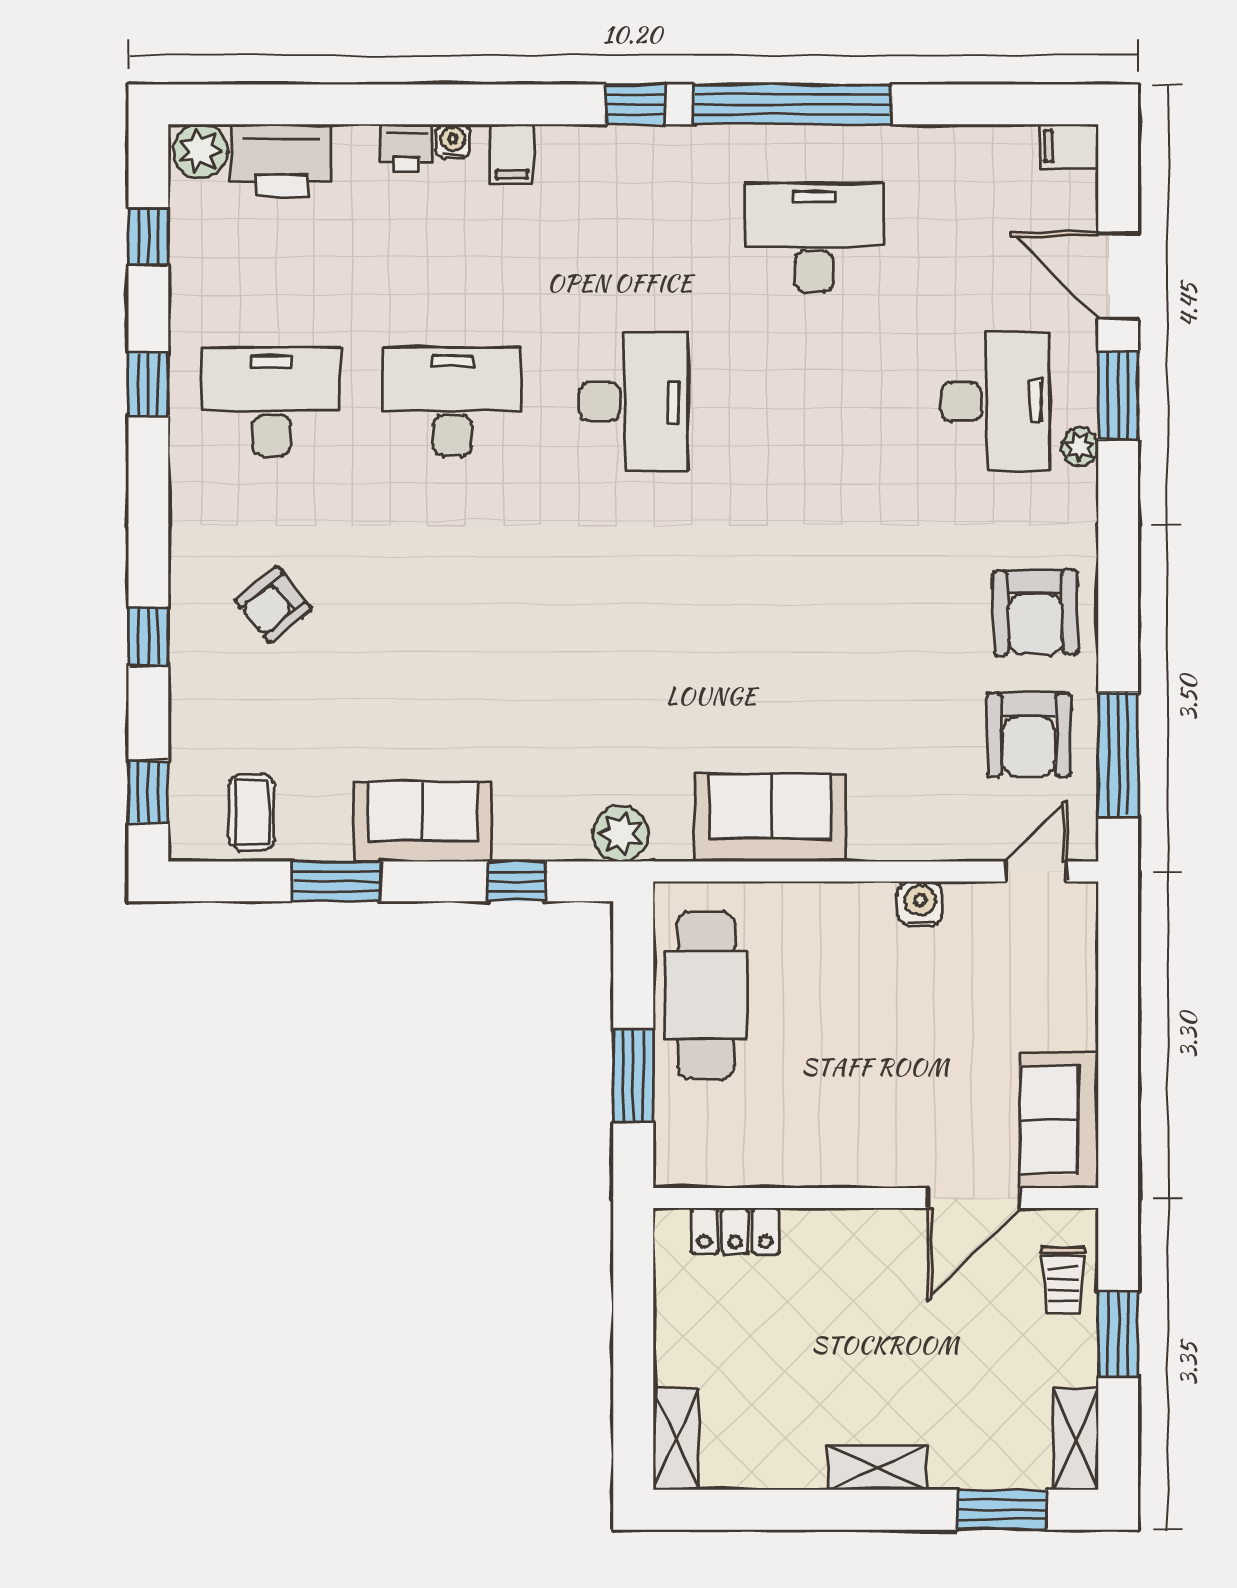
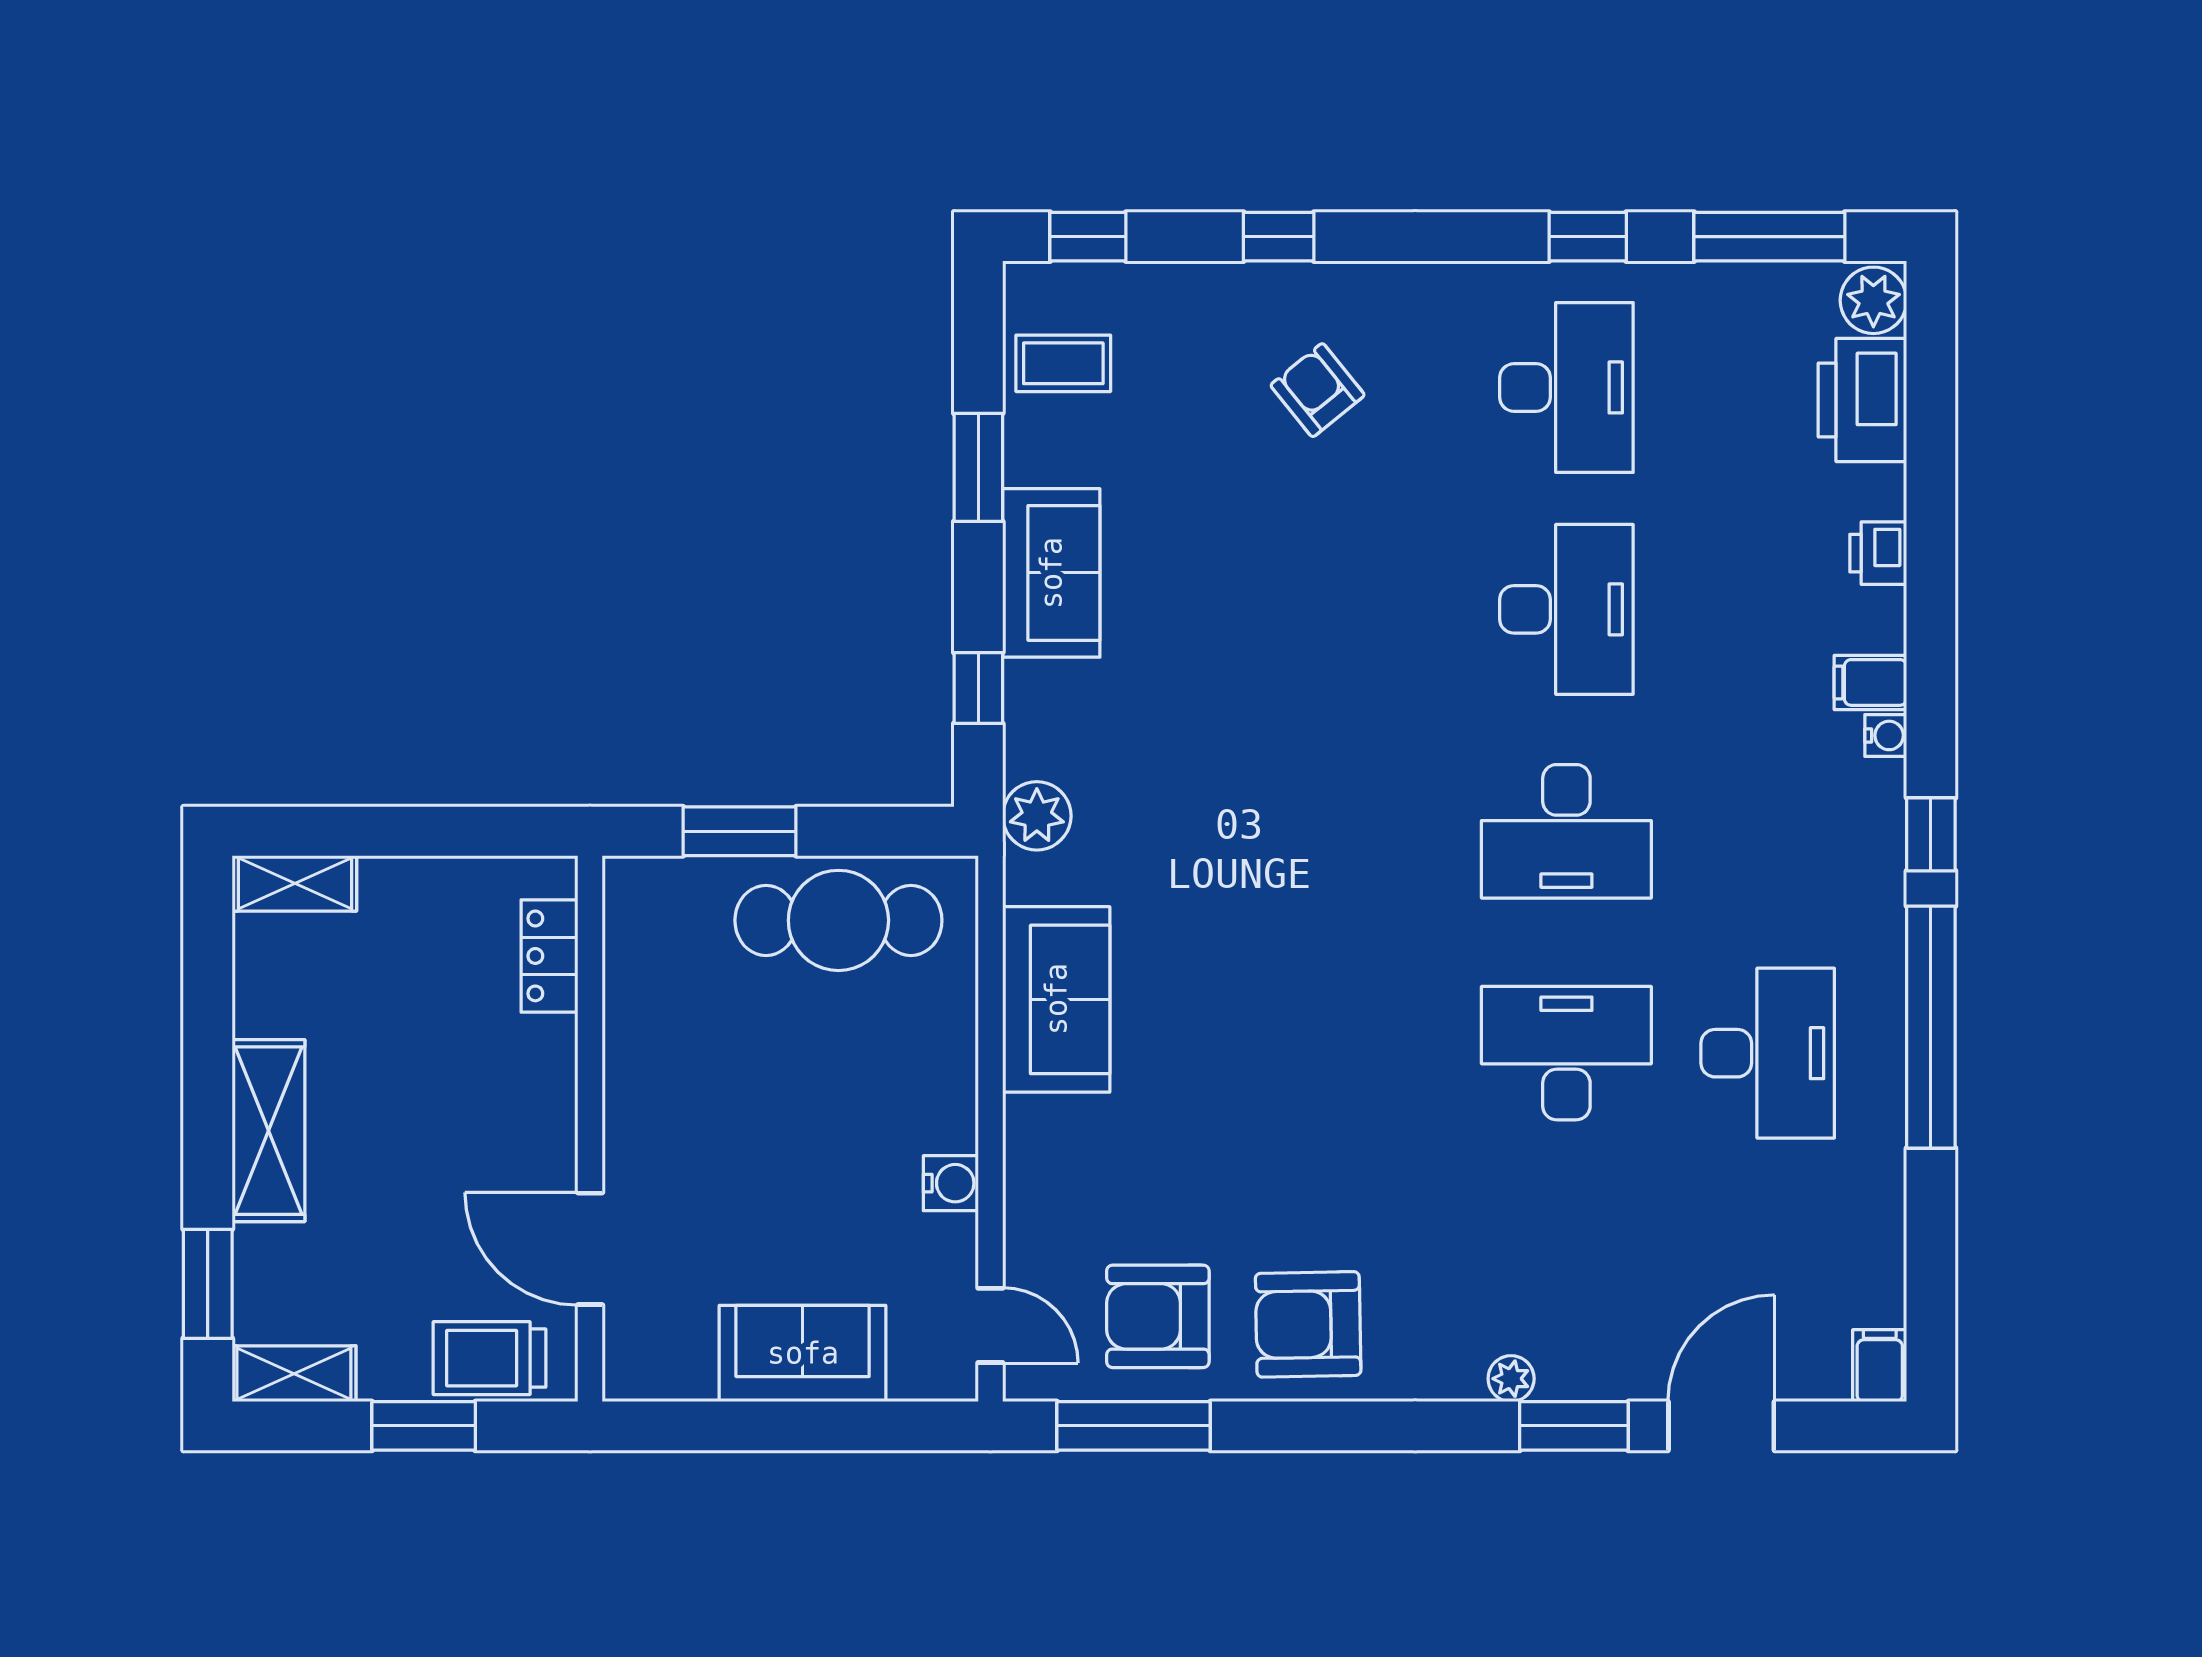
water cooler: (453, 141) -> (1886, 735), moved
window: (148, 236) -> (1769, 237), width x2.17
desk: (995, 402) -> (1566, 1053), moved, turned 180
sofa: (1059, 1120) -> (803, 1353), moved
trolley: (1063, 1280) -> (489, 1358), width x1.36, depth x1.39
shelving: (877, 1468) -> (268, 1131), width x1.50, depth x1.33

